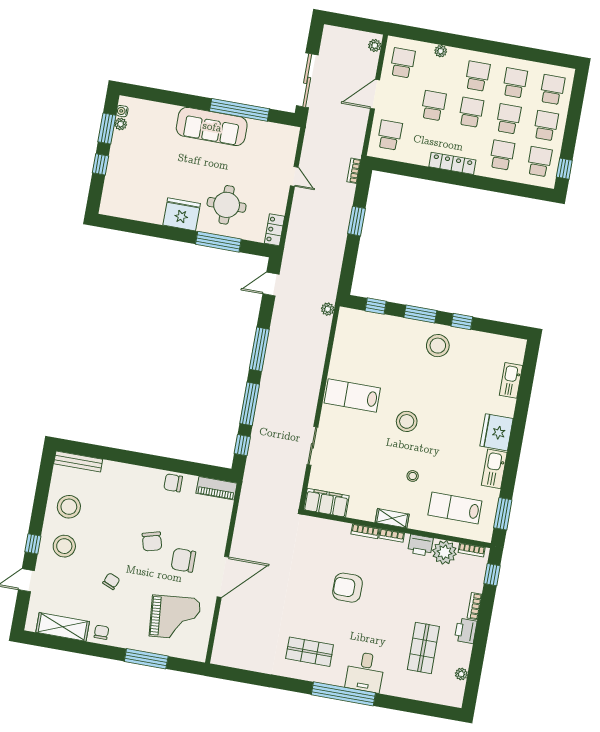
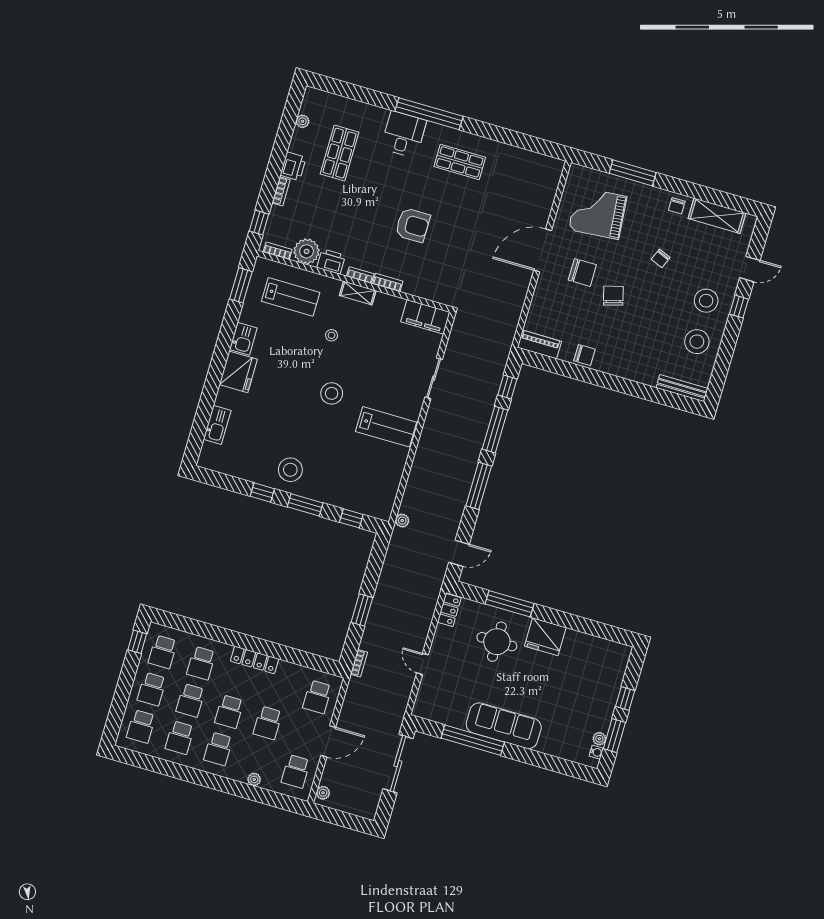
kitchen sink: (494, 469) -> (243, 339), width x0.73

